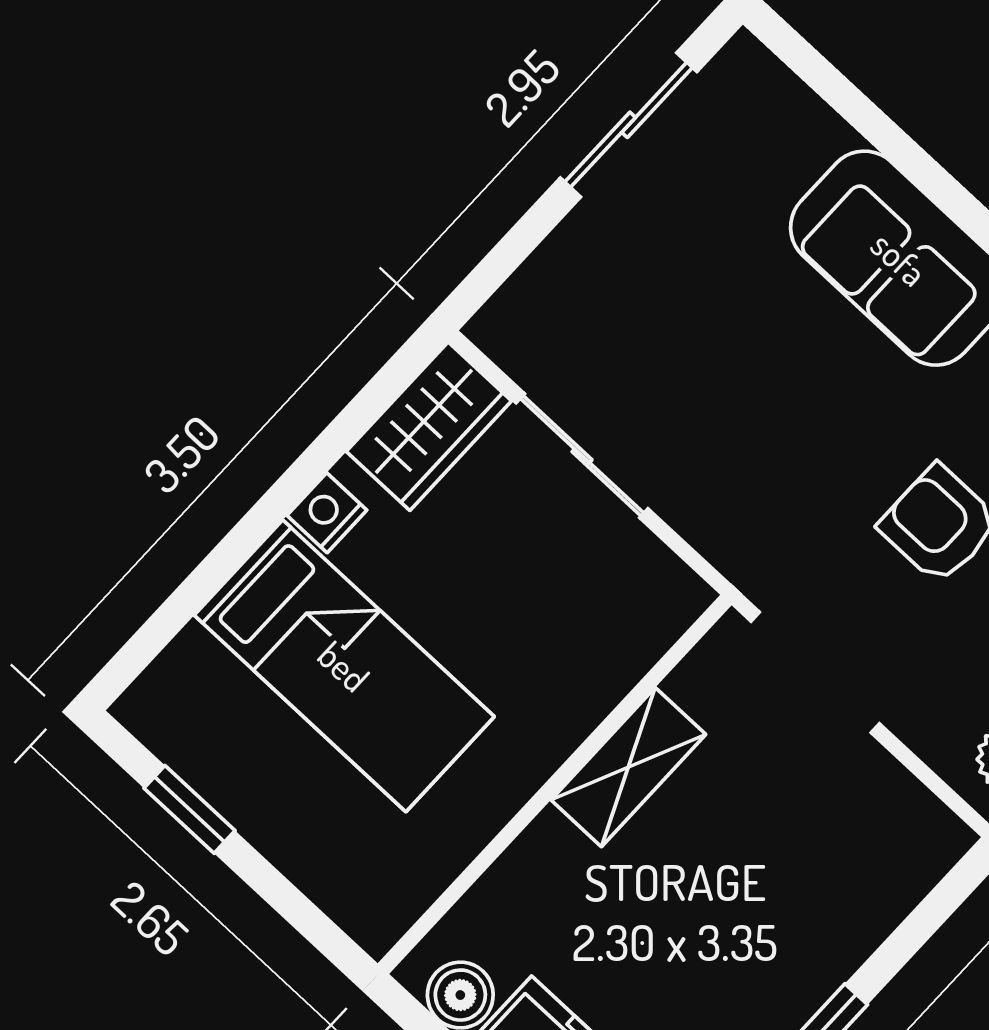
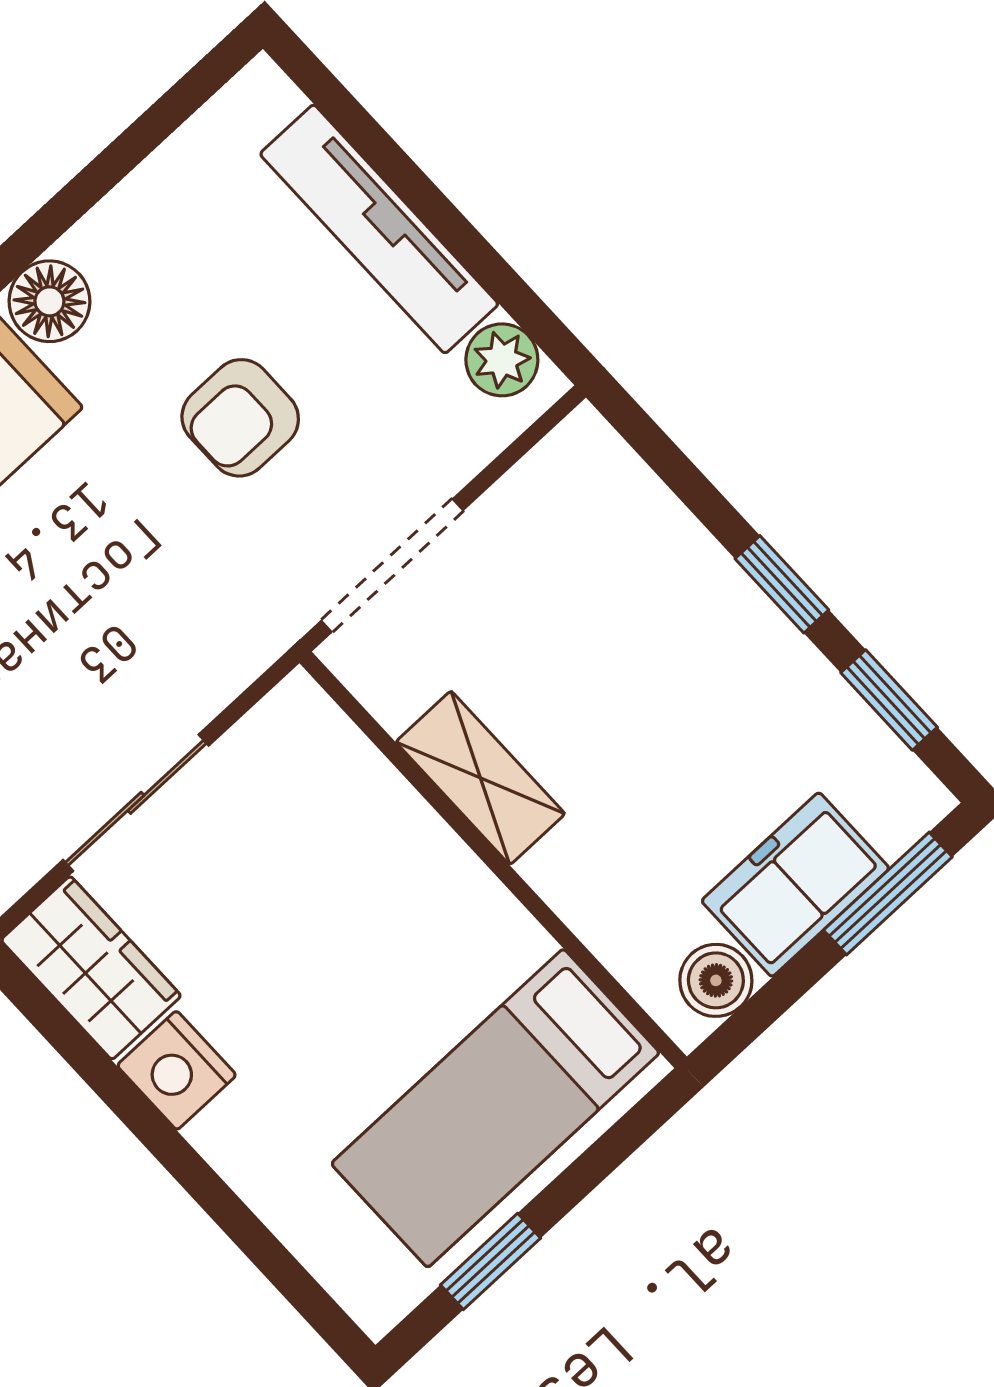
nightstand: (327, 513) -> (177, 1070), width x1.39, depth x1.35
bed: (344, 666) -> (495, 1108), moved, turned 180

